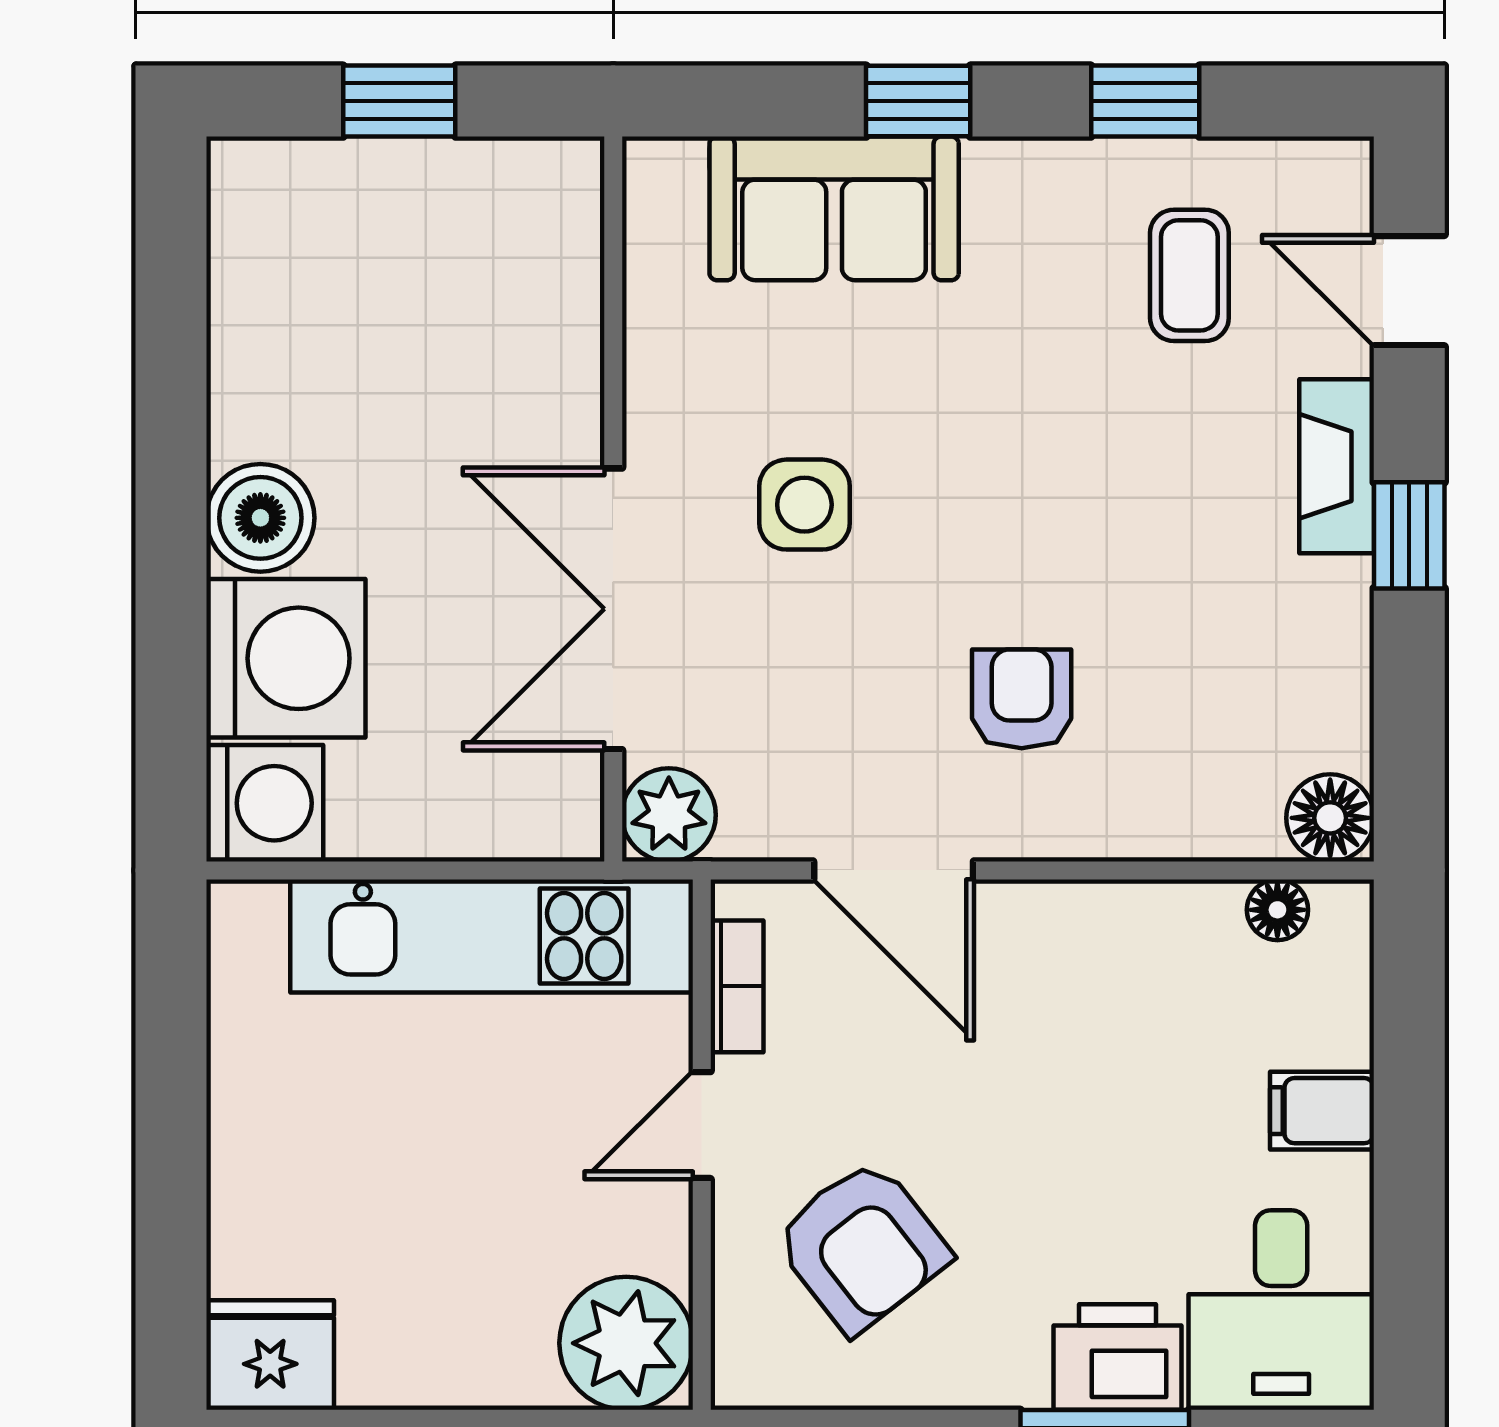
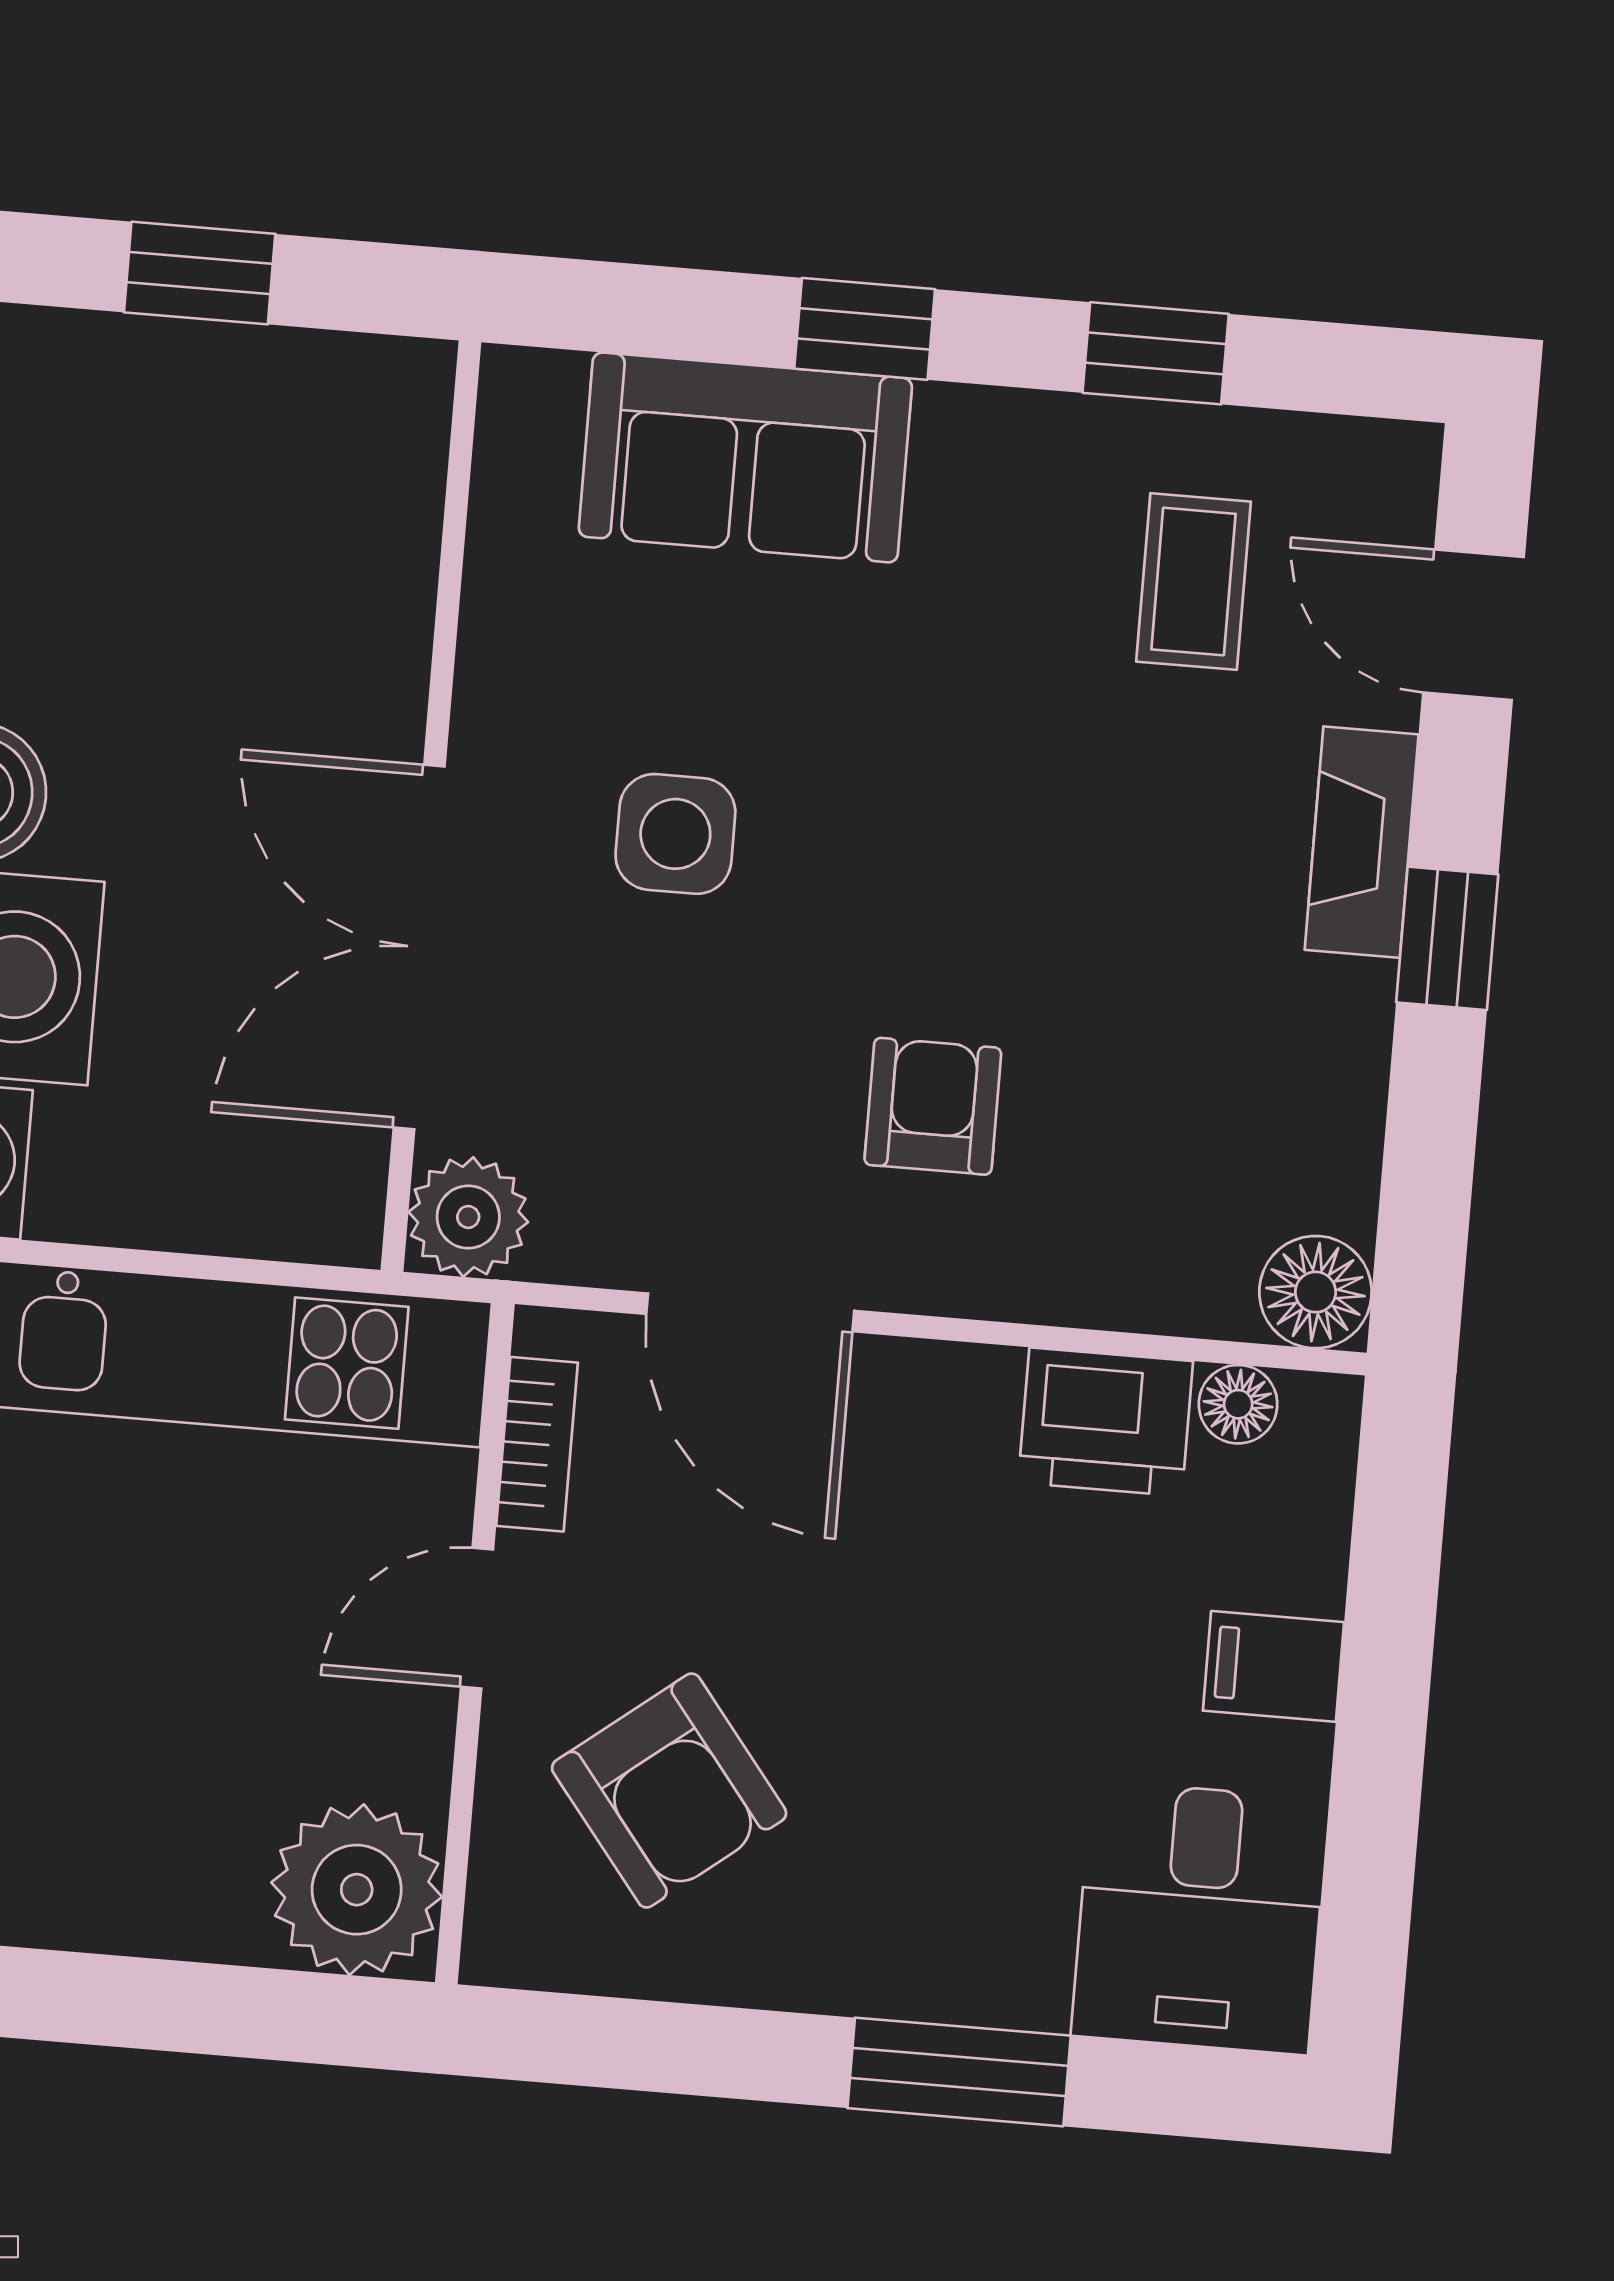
printer: (1118, 1357) -> (1106, 1422), moved, turned 180

